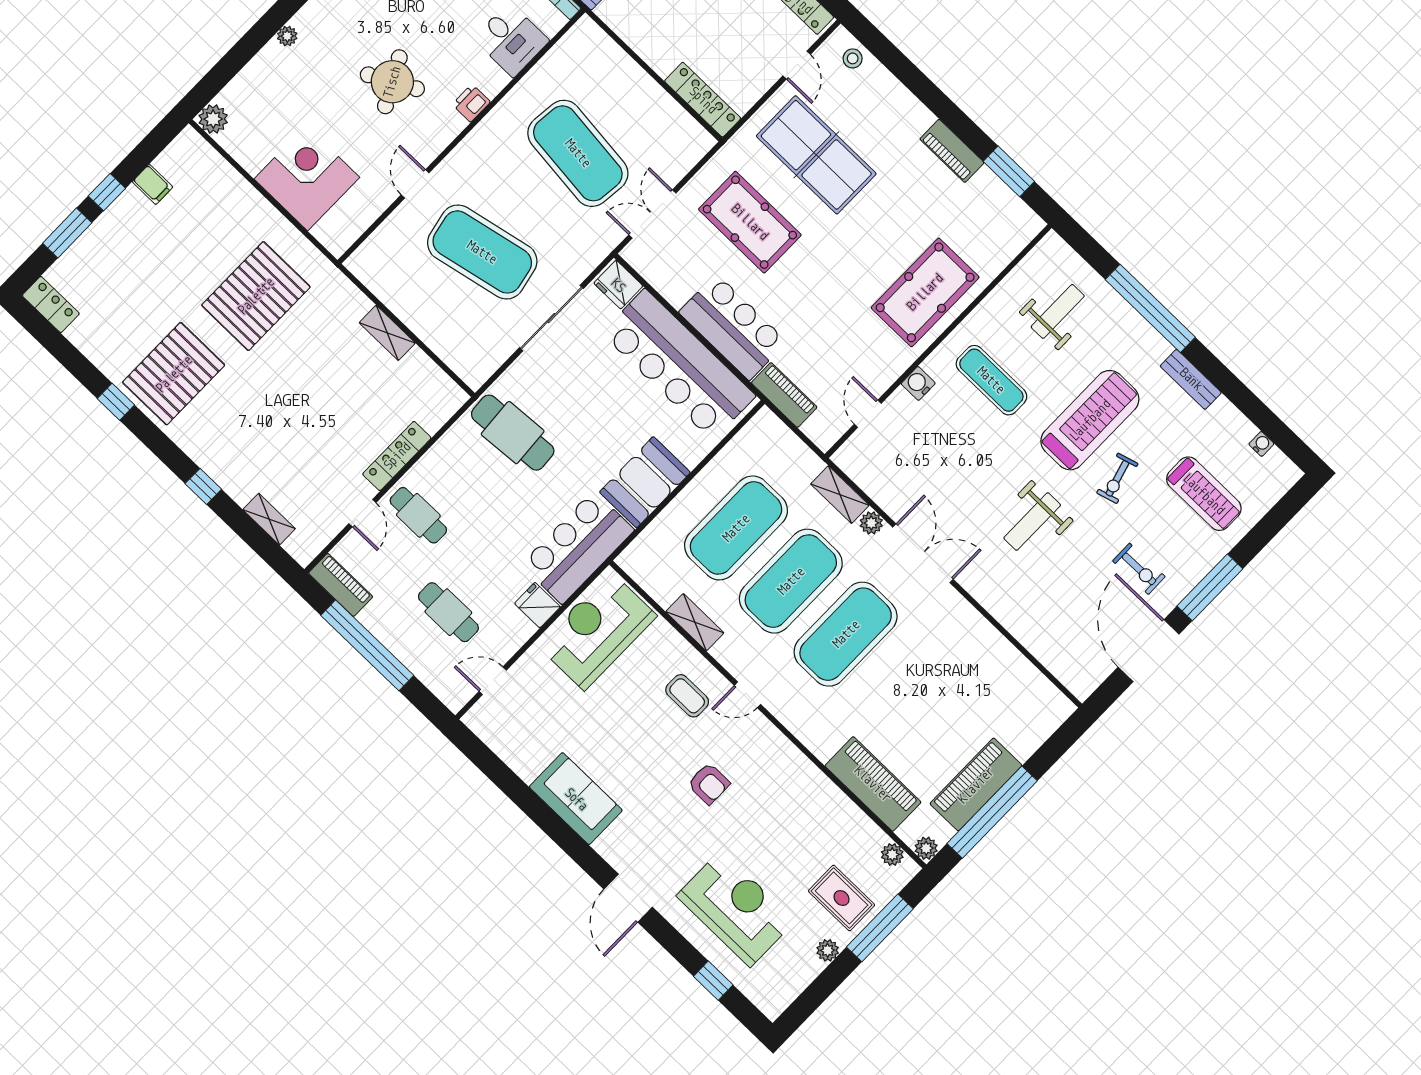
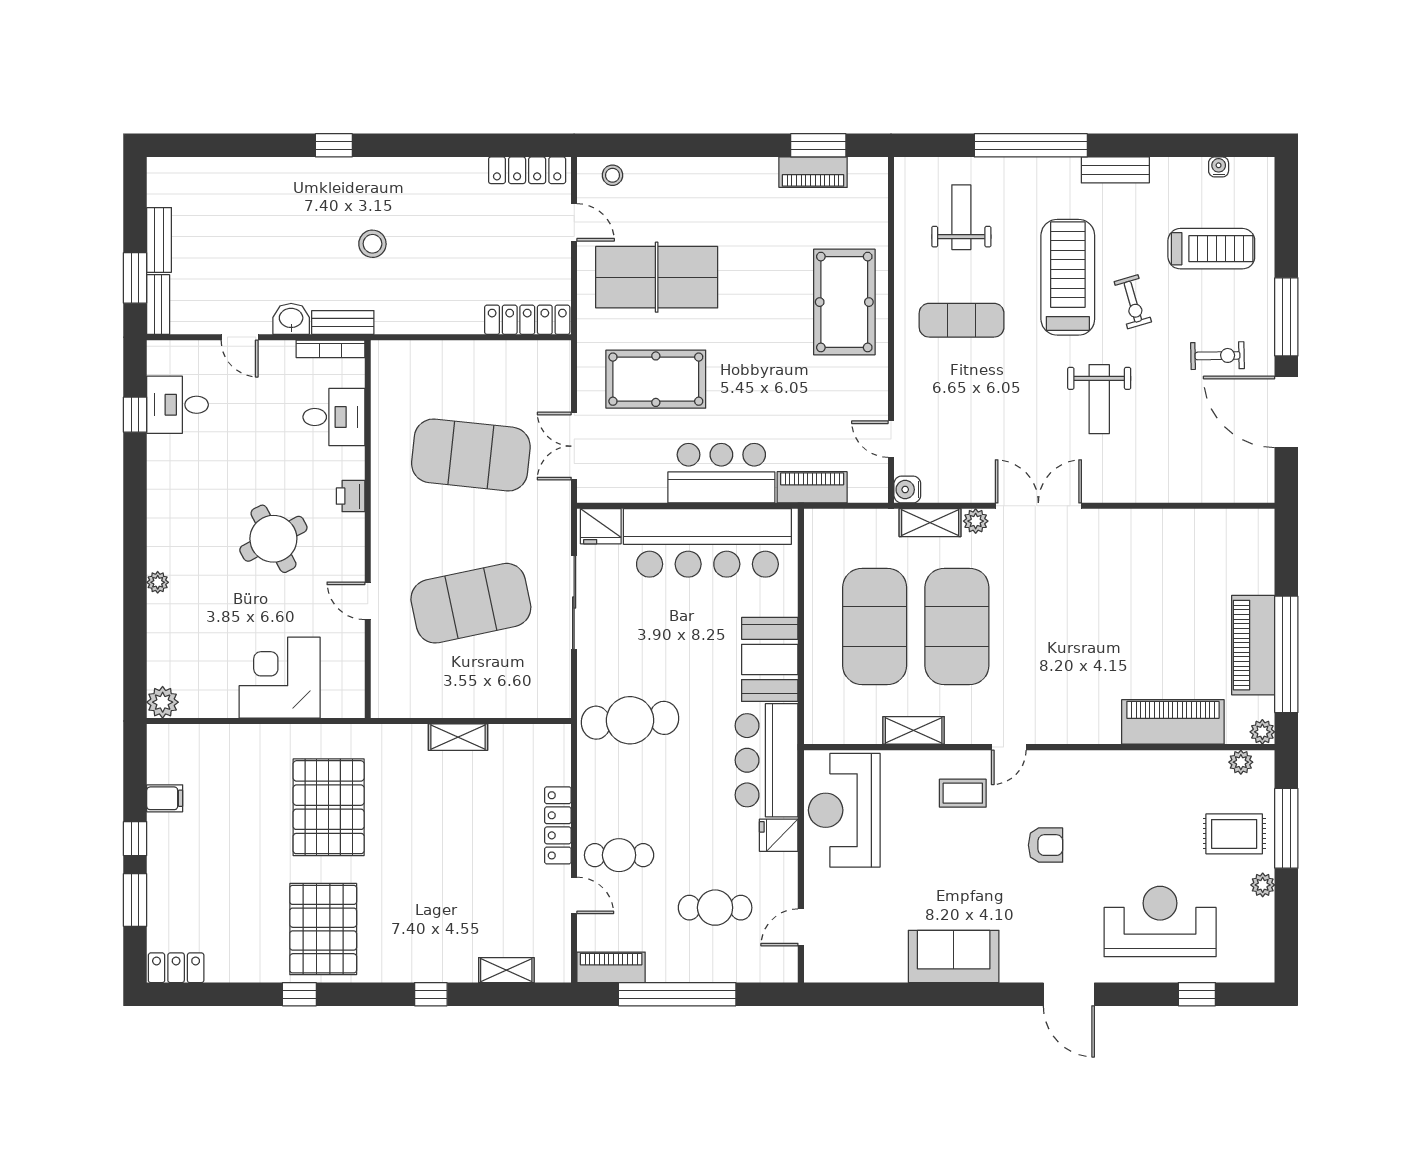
piano: (952, 151) -> (813, 172), moved
water cooler: (918, 383) -> (907, 490), moved
exercise mat: (846, 634) -> (1039, 626), removed

